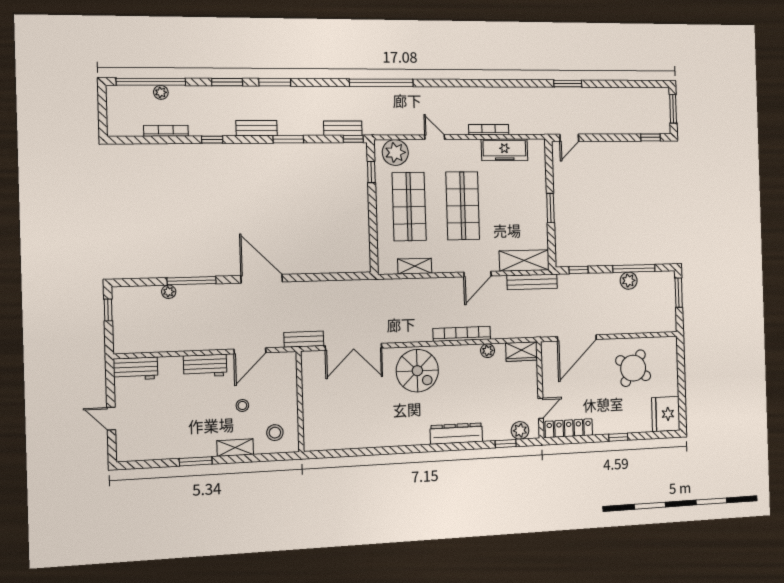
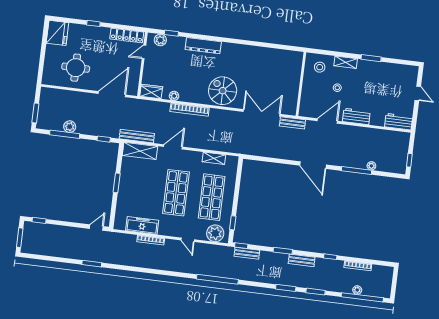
round table: (633, 368) -> (76, 68), turned -32

